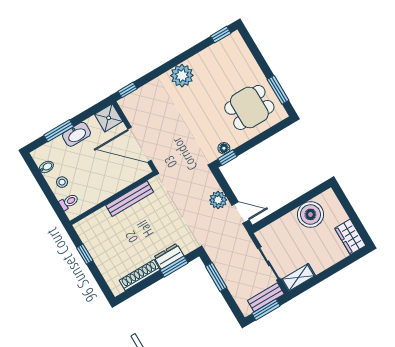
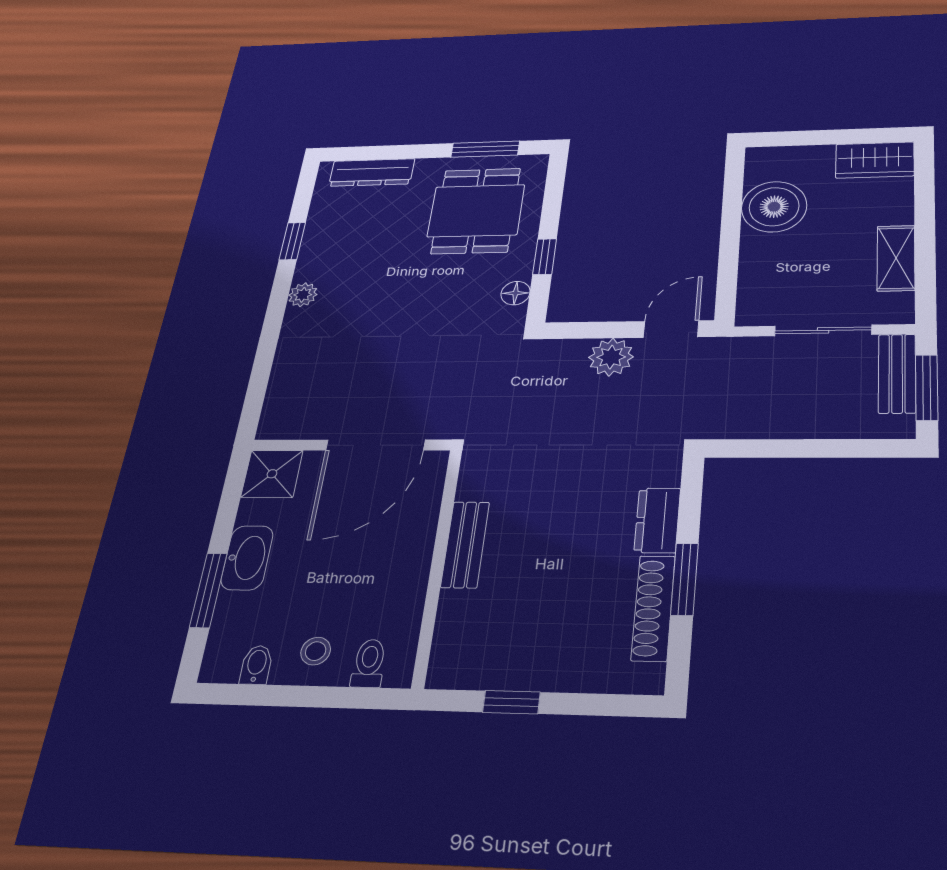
window: (221, 35) -> (292, 241), moved
dresser: (244, 54) -> (372, 172), added
plant: (182, 76) -> (303, 295), width x0.53, depth x0.53
window: (127, 90) -> (253, 407), removed
window: (227, 158) -> (545, 257), moved
bench: (130, 199) -> (465, 544), width x0.73
window: (174, 266) -> (685, 579), moved
window: (216, 277) -> (778, 448), removed
shelving: (298, 278) -> (896, 258), moved

